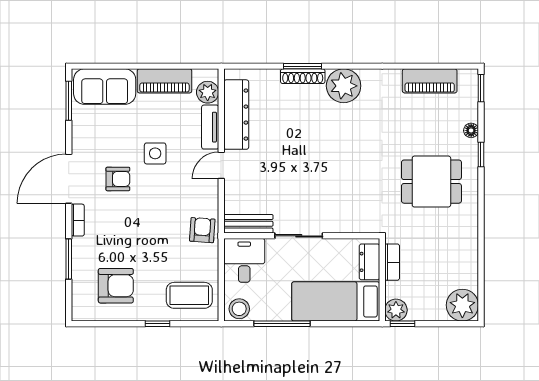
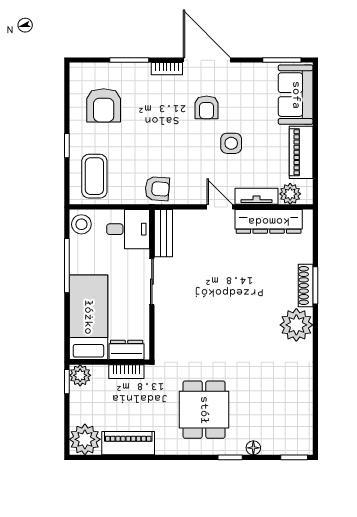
piano: (430, 81) -> (128, 443), moved, turned 90

